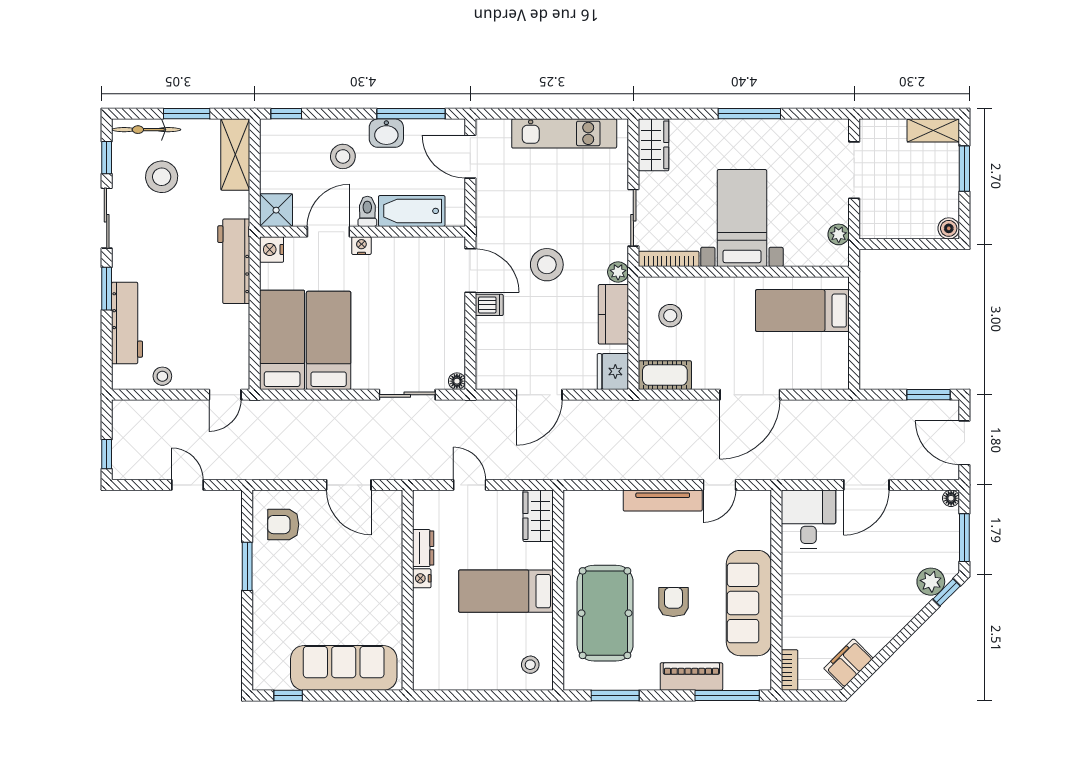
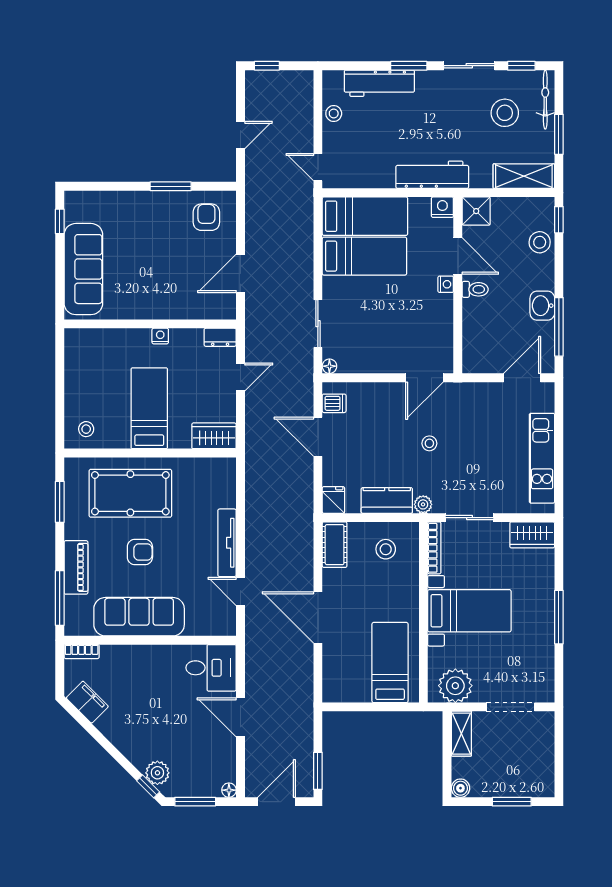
shelving: (933, 130) -> (461, 734), moved
stool: (343, 156) -> (540, 242), moved
bathtub: (412, 211) -> (475, 327), removed
plant: (839, 234) -> (455, 686), width x1.88, depth x1.88
stool: (547, 265) -> (429, 443), width x0.53, depth x0.53
dishwasher: (489, 305) -> (334, 403), moved, turned -90
fridge: (613, 371) -> (333, 500), width x0.72
dresser: (423, 548) -> (220, 337), moved

